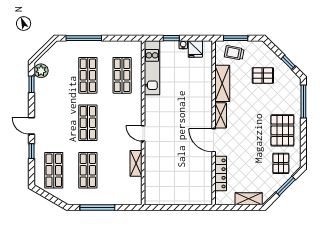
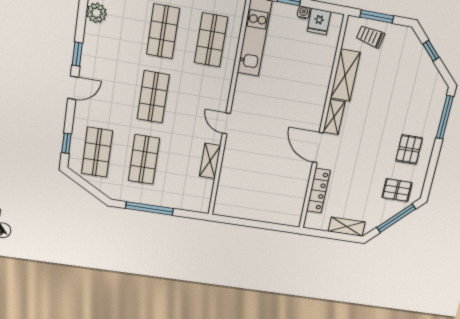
window: (288, 62) -> (431, 51), moved
pallet: (263, 75) -> (401, 74), removed
window: (31, 84) -> (77, 54), moved
door: (31, 126) -> (73, 88), swing flipped
pallet: (282, 130) -> (409, 149), width x0.67, depth x0.71
window: (31, 151) -> (66, 143), moved
pallet: (281, 163) -> (397, 190), turned 90
window: (286, 186) -> (396, 218), width x1.44

